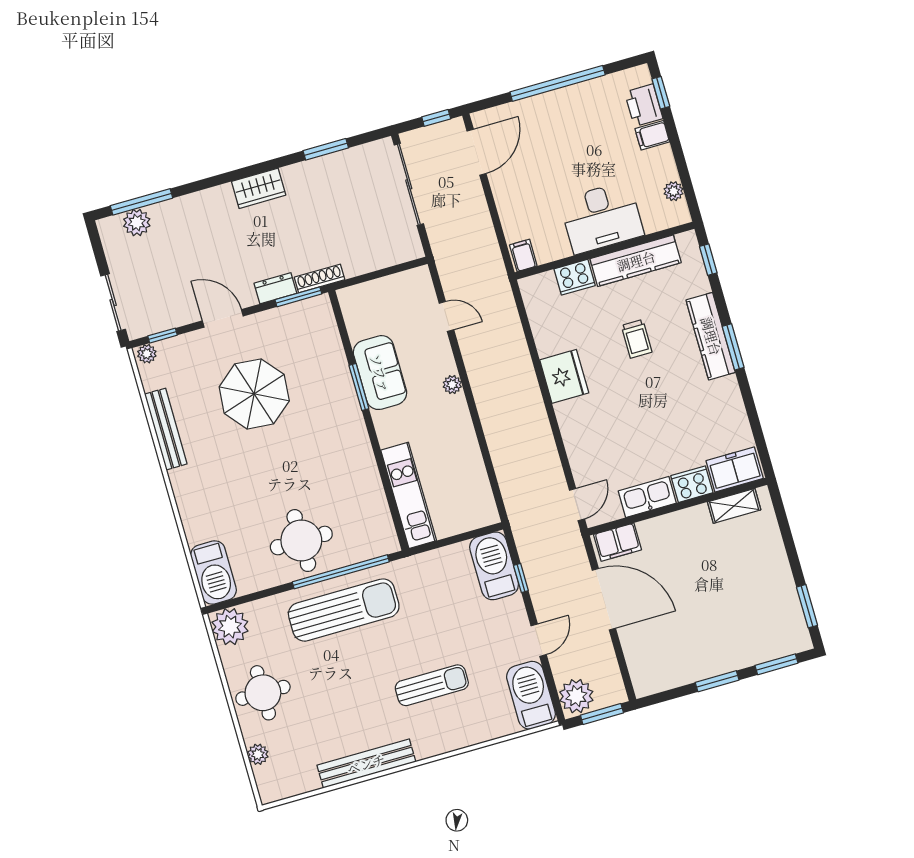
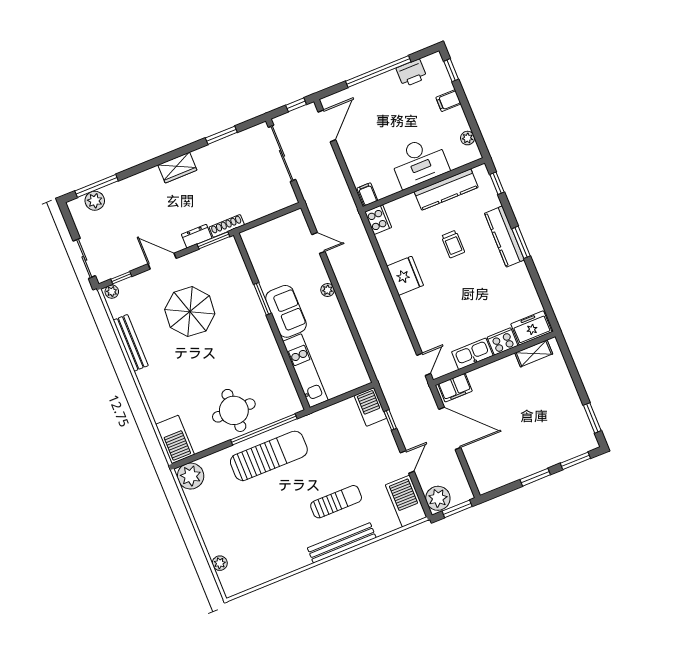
printer: (644, 105) -> (412, 73), moved, turned -90
cooker: (575, 277) -> (378, 220), moved, turned -90
sofa: (380, 373) -> (286, 311), moved
barbecue: (494, 566) -> (370, 407), width x0.73, depth x0.83
round table: (263, 693) -> (219, 520), removed
bench: (366, 764) -> (342, 543), moved

